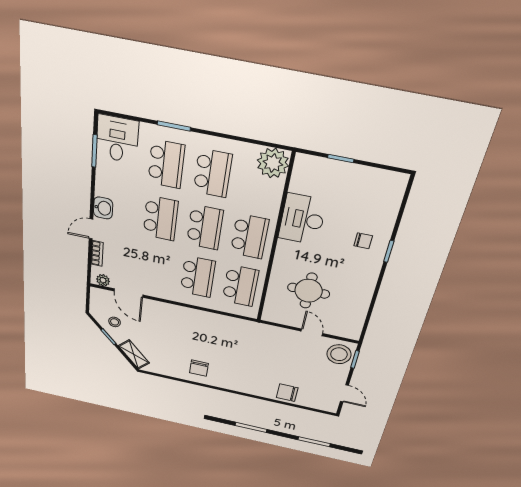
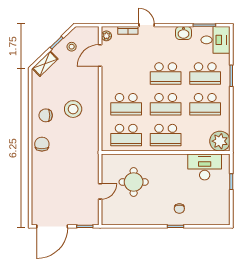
washbasin: (103, 208) -> (183, 33), moved
desk: (302, 219) -> (205, 167), moved
stool: (339, 354) -> (73, 109), moved
chair: (287, 393) -> (42, 144), moved
door: (344, 393) -> (52, 226), width x1.88

